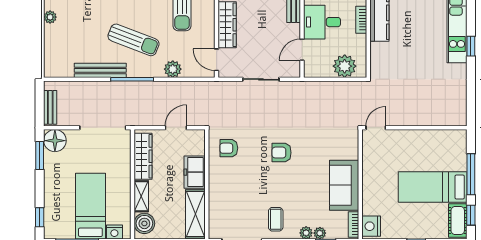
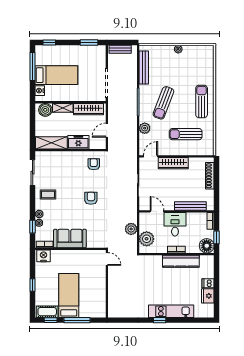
bench: (100, 70) -> (144, 68), moved
plant: (329, 90) -> (131, 229), added
door: (176, 128) -> (107, 130), swing flipped
floor lamp: (55, 141) -> (99, 52), removed

